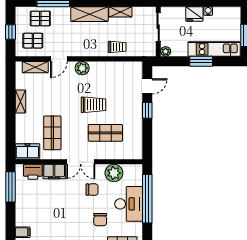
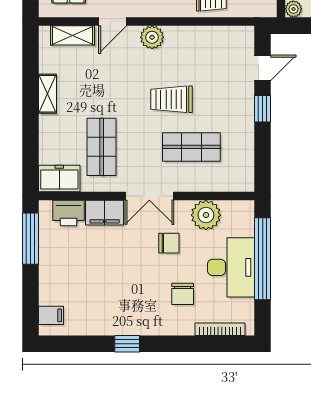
trolley: (94, 105) -> (171, 99), turned 180

